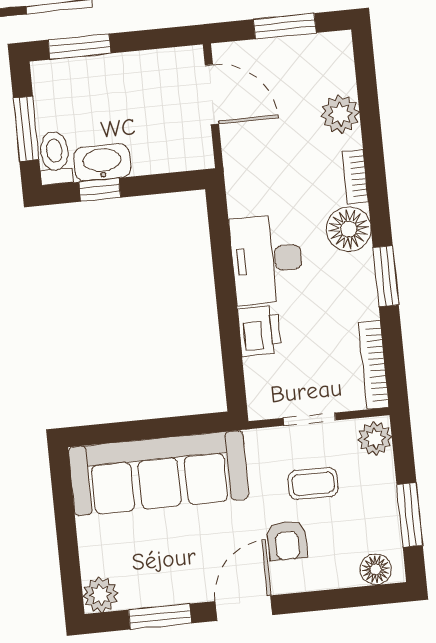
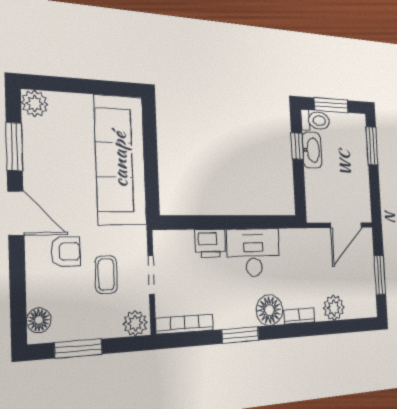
armchair: (287, 540) -> (66, 252), turned 180

